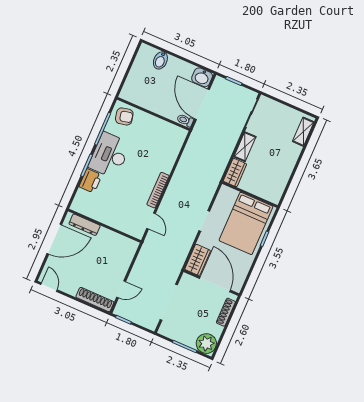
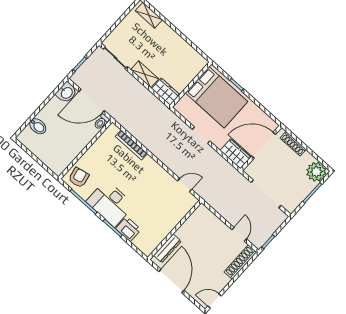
bookcase: (158, 190) -> (131, 145), moved

